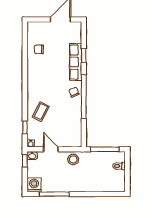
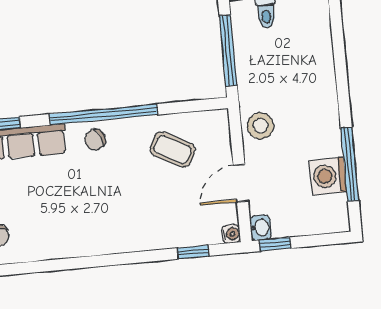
coffee table: (41, 112) -> (172, 150), moved
washing machine: (34, 185) -> (328, 176), moved

